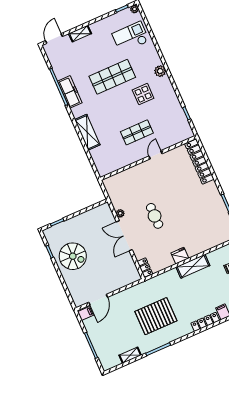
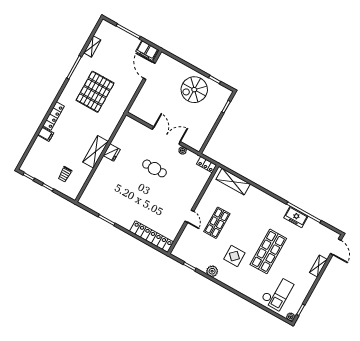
plant: (160, 71) -> (212, 271), moved
freezer: (70, 92) -> (296, 217), width x0.71
shelving: (87, 132) -> (233, 182), moved
locker: (145, 268) -> (207, 165), moved
filing cabinet: (85, 313) -> (147, 50), width x2.00

